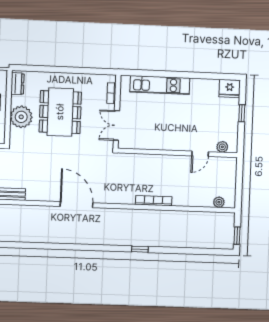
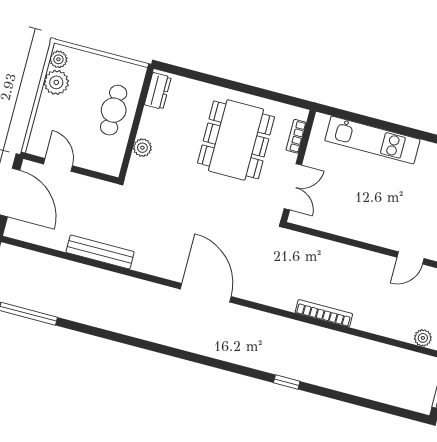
dining table: (60, 112) -> (236, 140), moved
plant: (21, 117) -> (142, 148), width x0.53, depth x0.53
double door: (116, 125) -> (293, 187), swing flipped

